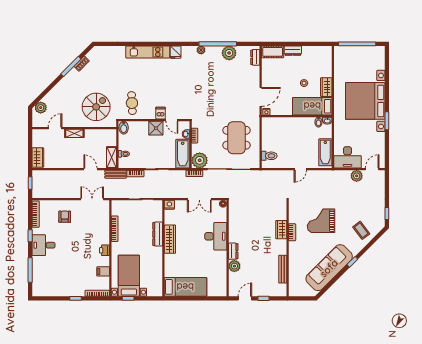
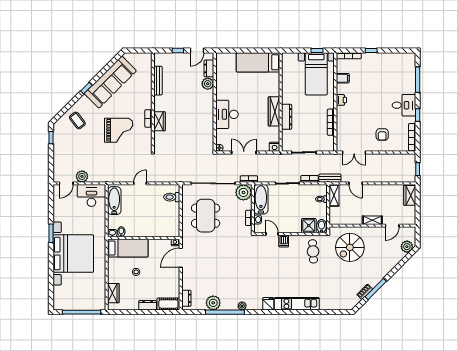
wardrobe: (326, 87) -> (113, 293), moved
shower: (156, 128) -> (309, 226), moved
dresser: (233, 251) -> (209, 68), moved

